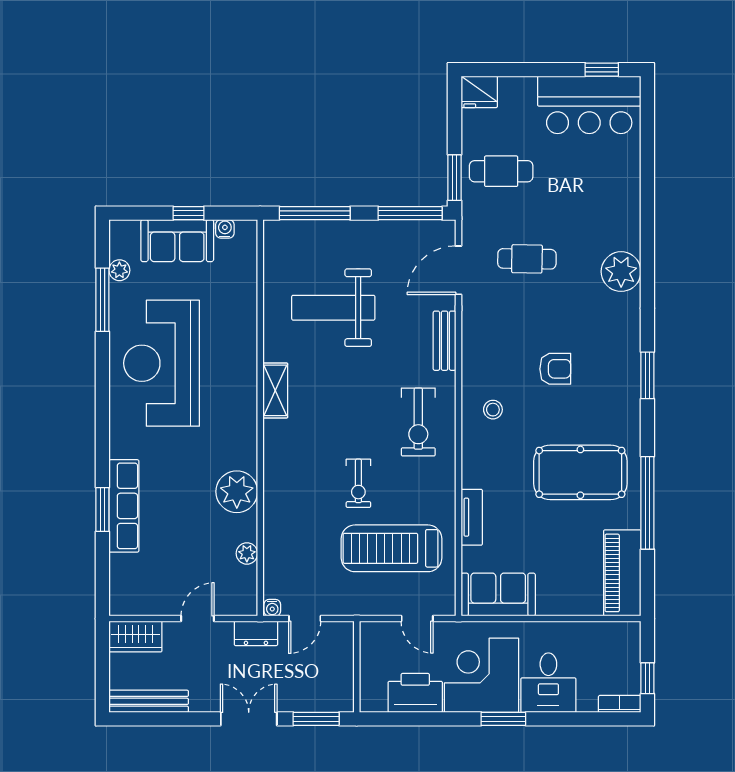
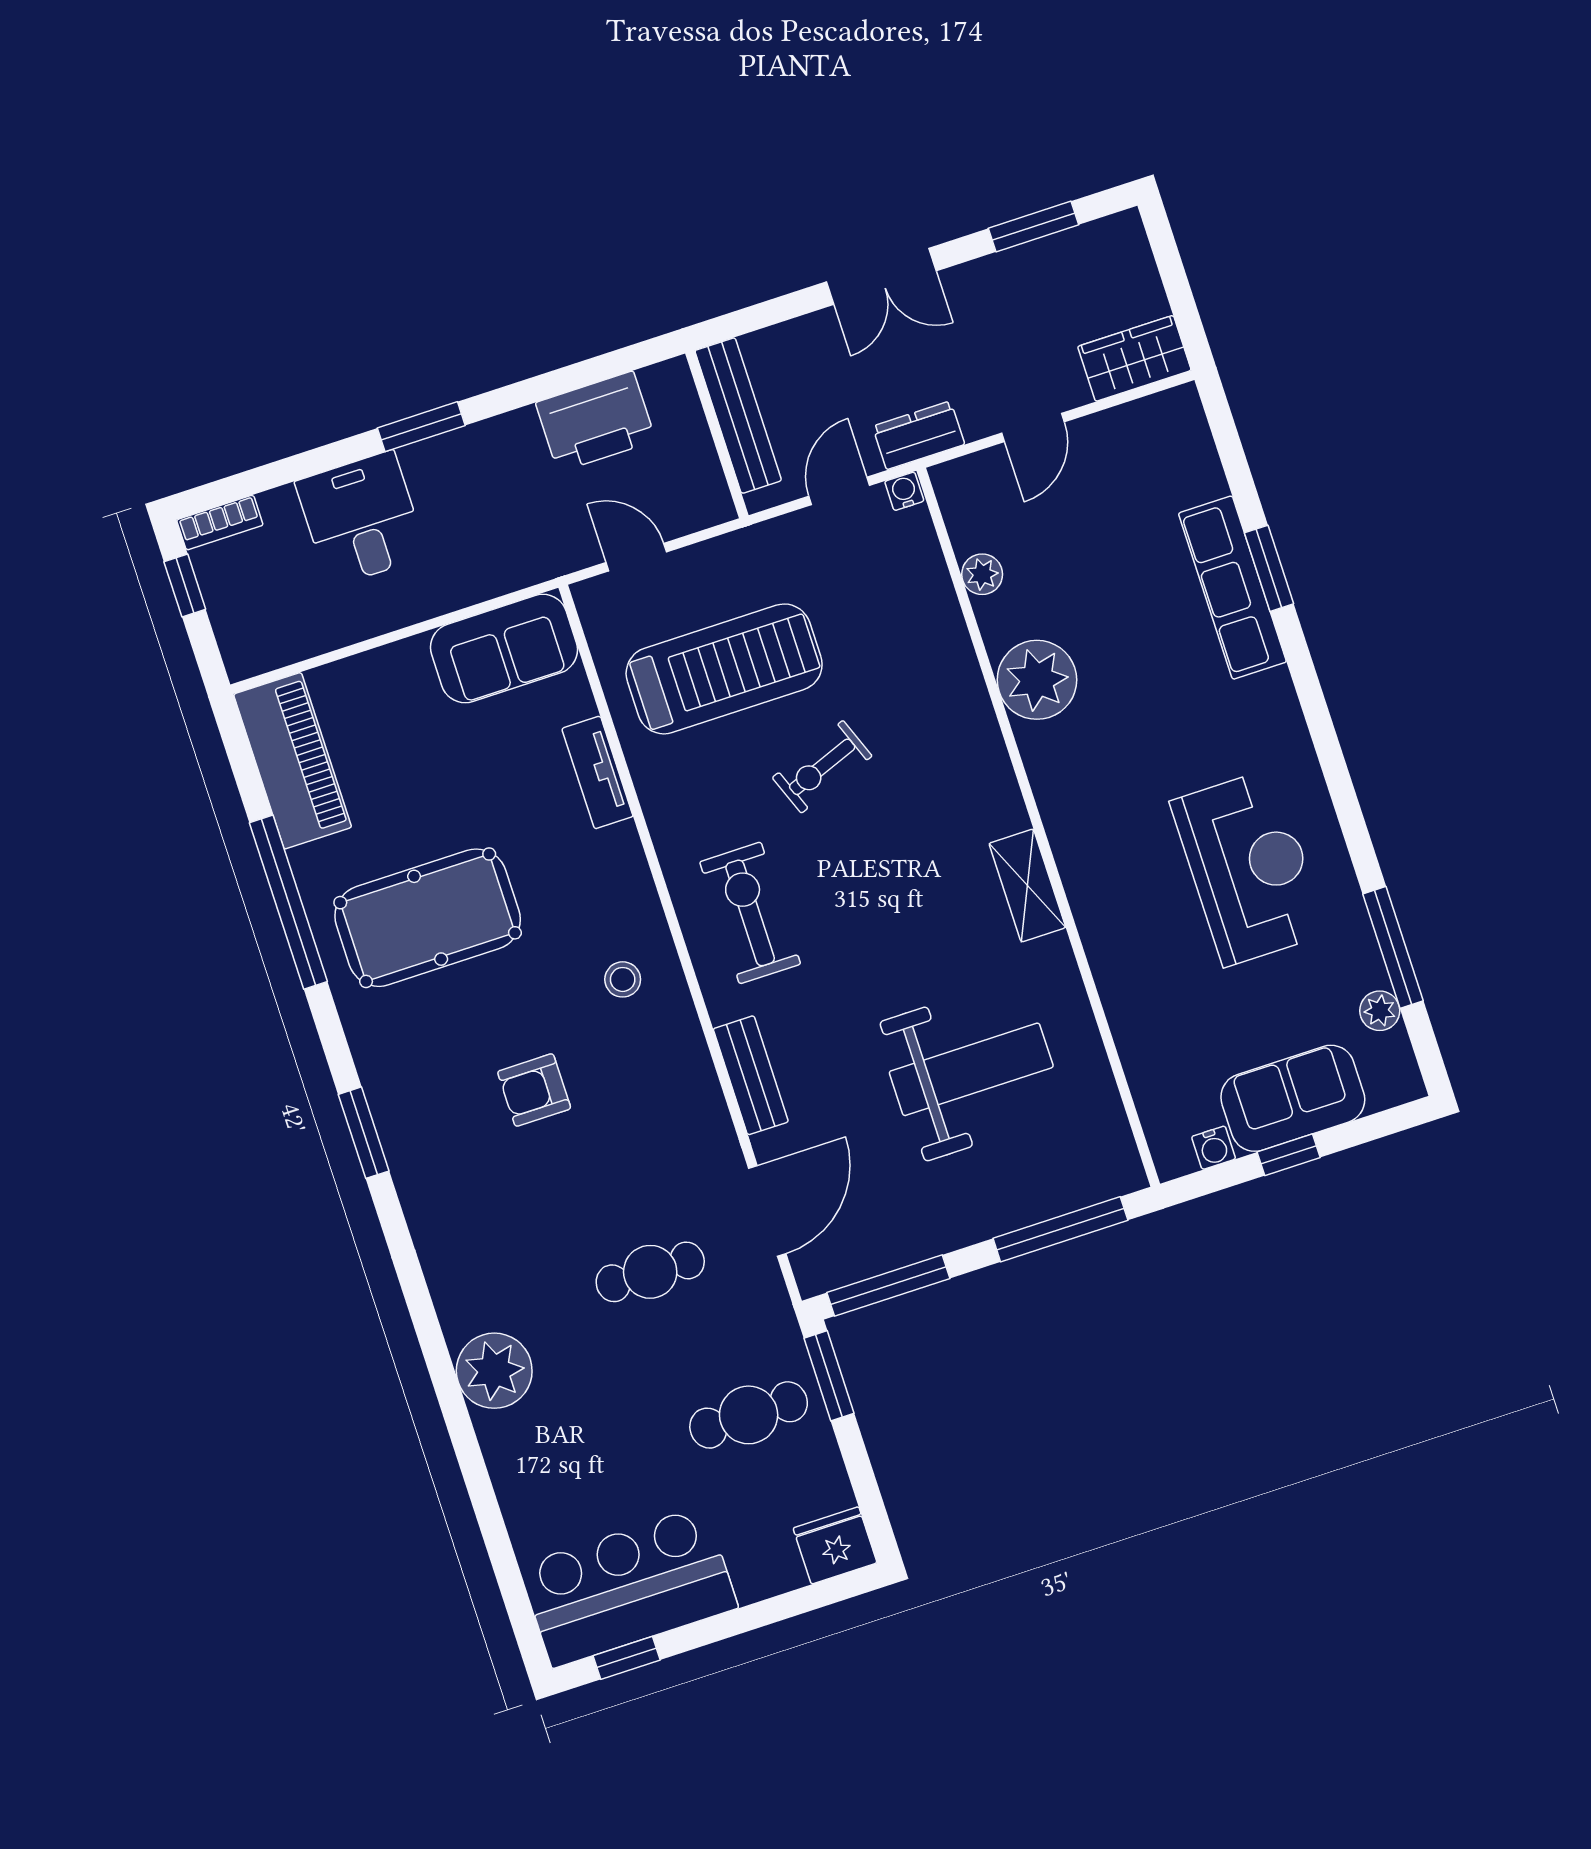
plant: (621, 272) -> (494, 1371), moved
reception desk: (162, 363) -> (1249, 868), width x0.74, depth x0.77
exercise bike: (358, 483) -> (822, 767), turned -111
corner desk: (482, 675) -> (486, 493), removed
bench: (149, 701) -> (738, 416), moved, turned 90
window: (316, 719) -> (1034, 227), moved

